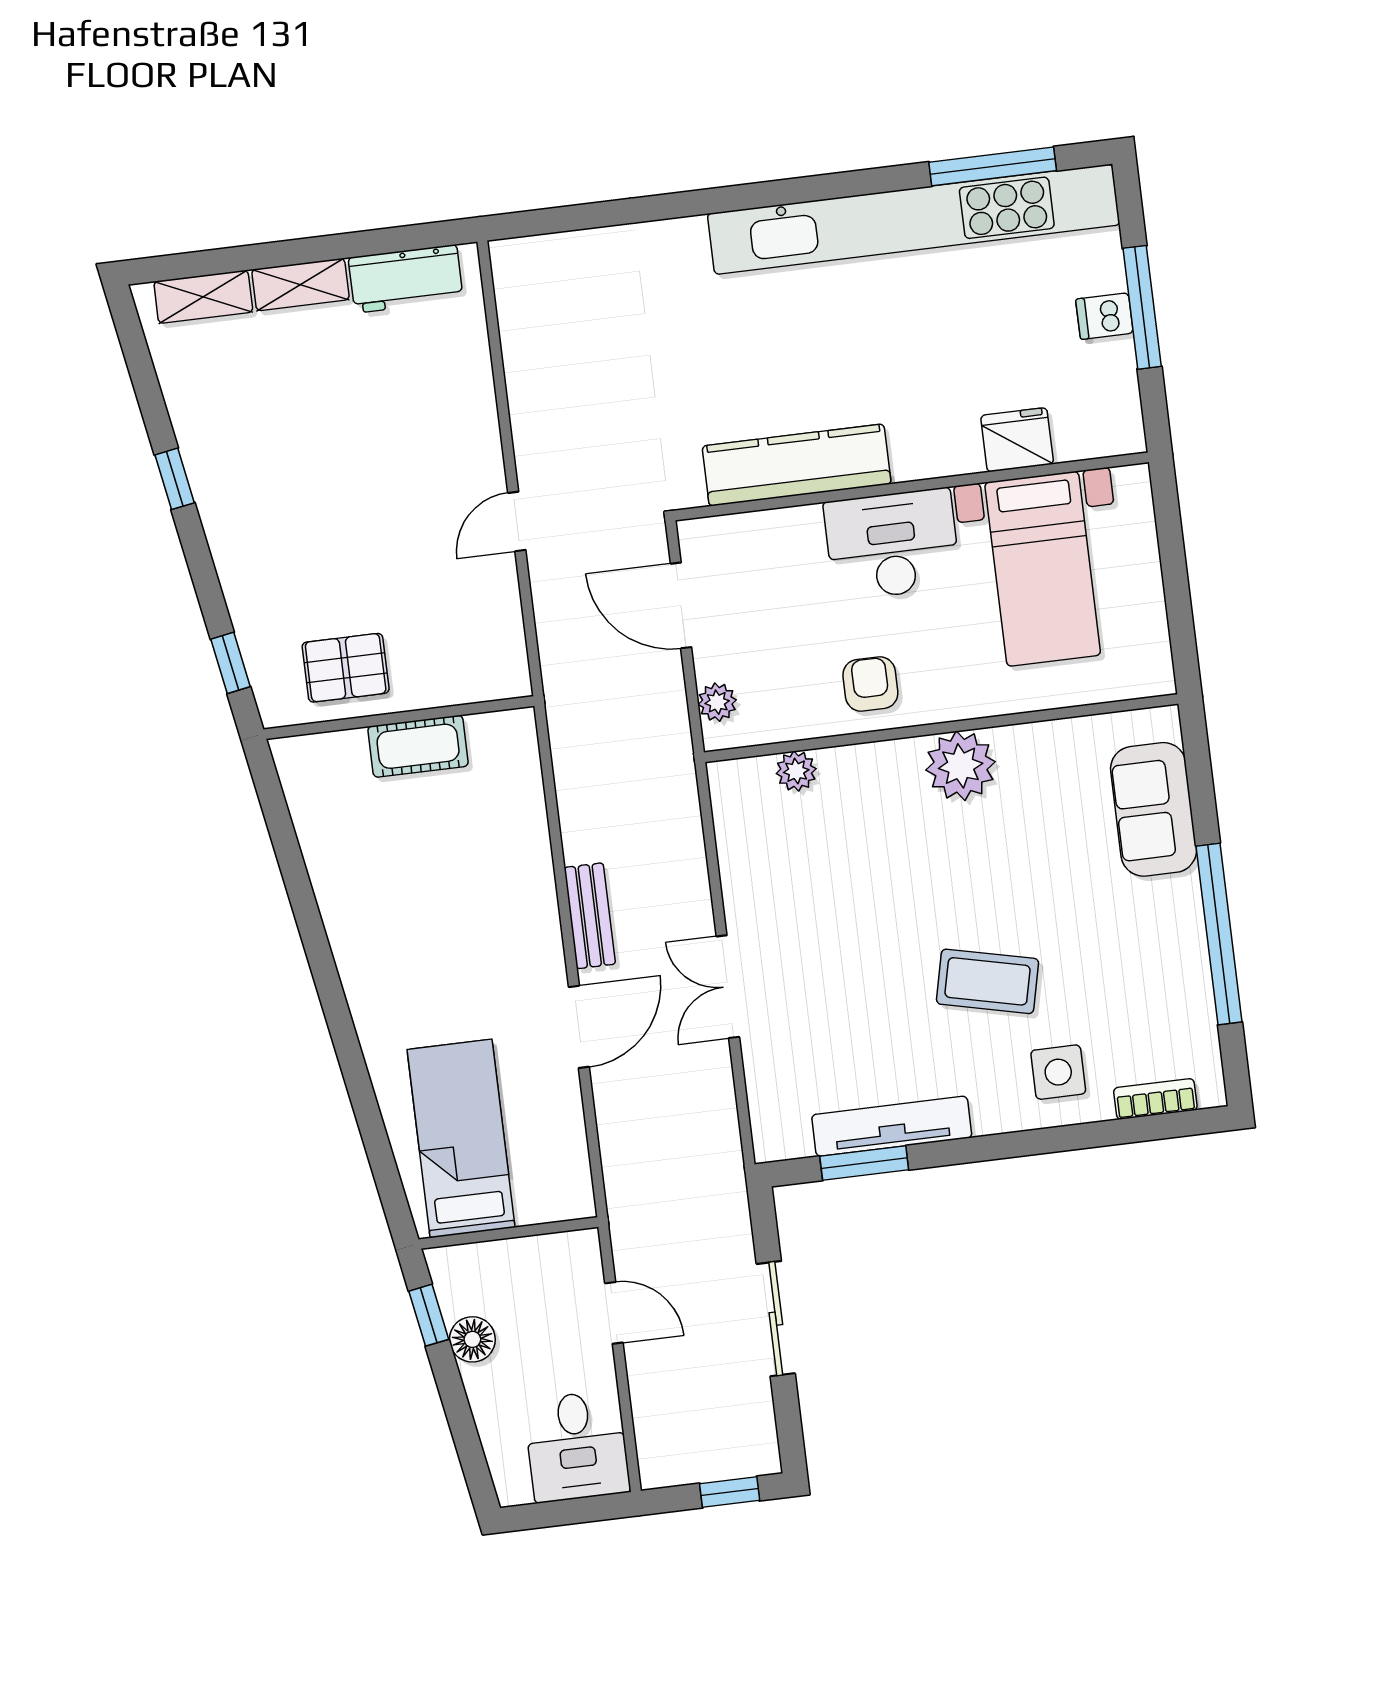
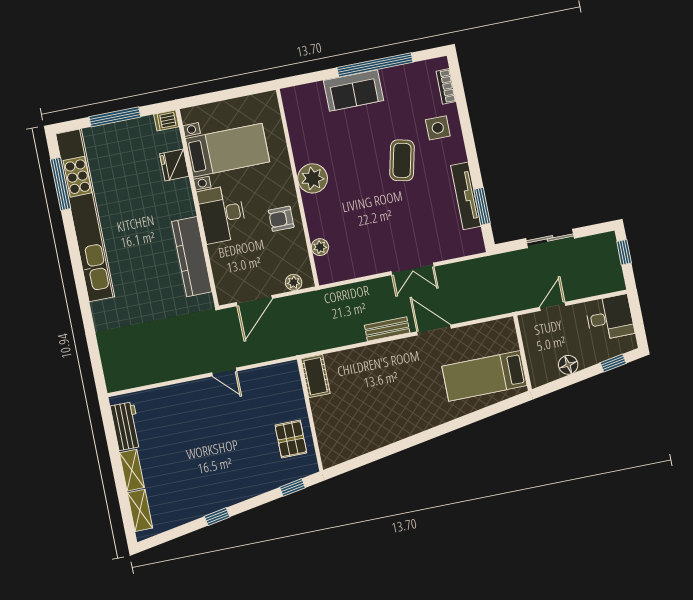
dishwasher: (1104, 316) -> (166, 120), moved, turned 90
cot: (418, 746) -> (316, 376), moved
sofa: (1154, 809) -> (354, 90), moved
window: (429, 1315) -> (613, 363), moved

